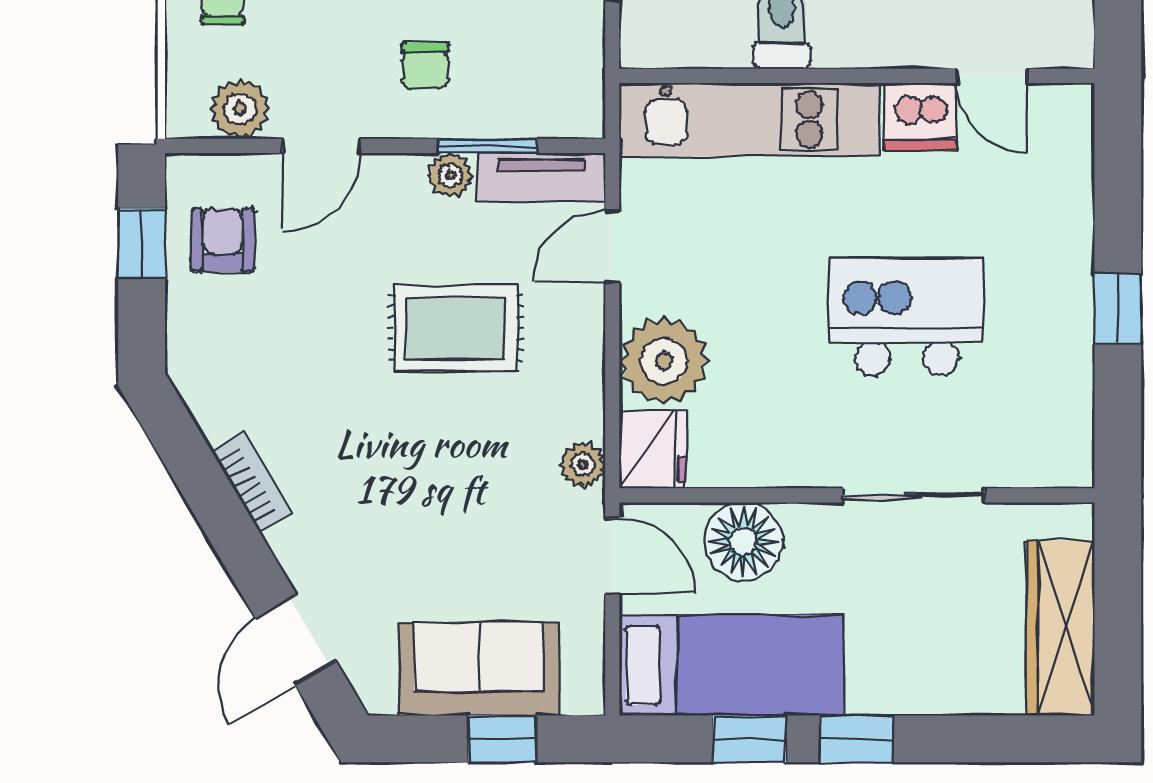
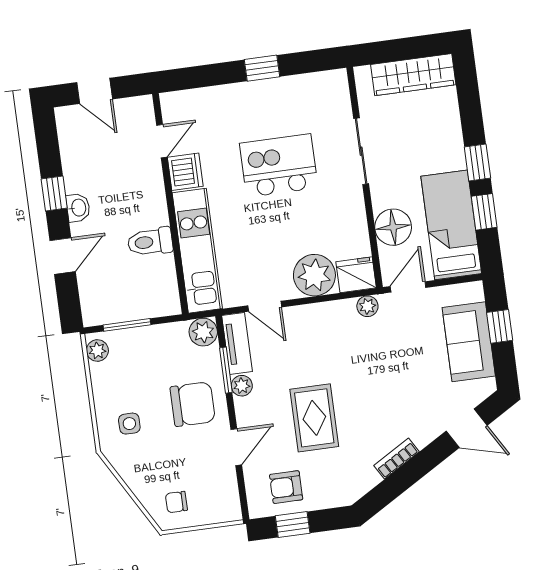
chair: (425, 66) -> (193, 404), width x1.87, depth x1.87
plant: (240, 109) -> (203, 332), moved
door: (322, 146) -> (236, 447), hinge flipped
kitchen island: (907, 317) -> (279, 166), turned 90
rug: (456, 328) -> (314, 418), moved

